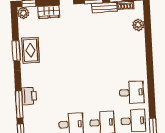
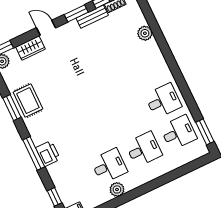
plant: (138, 25) -> (145, 33), moved
window: (19, 104) -> (34, 153), moved

